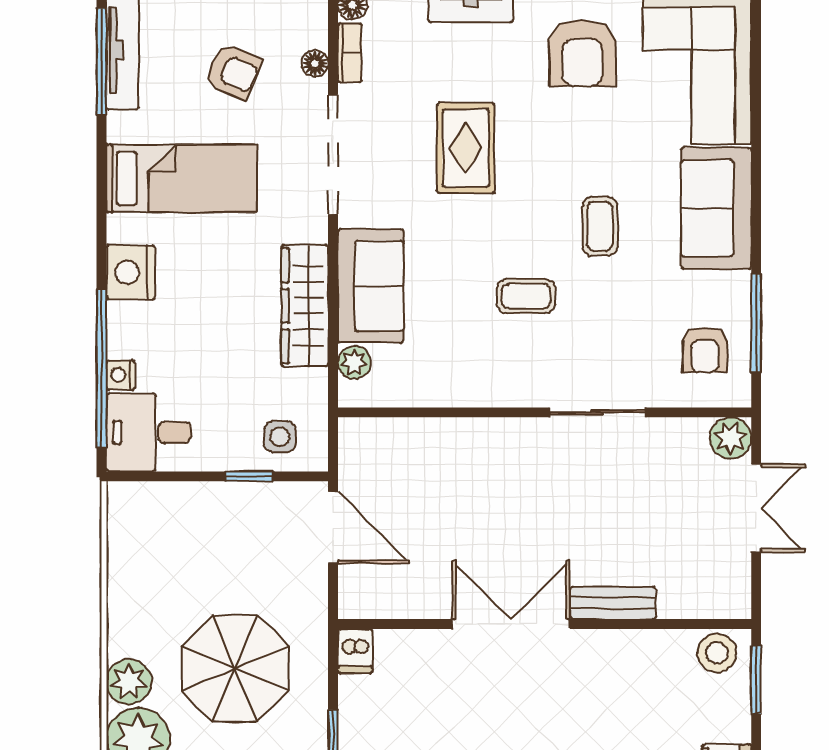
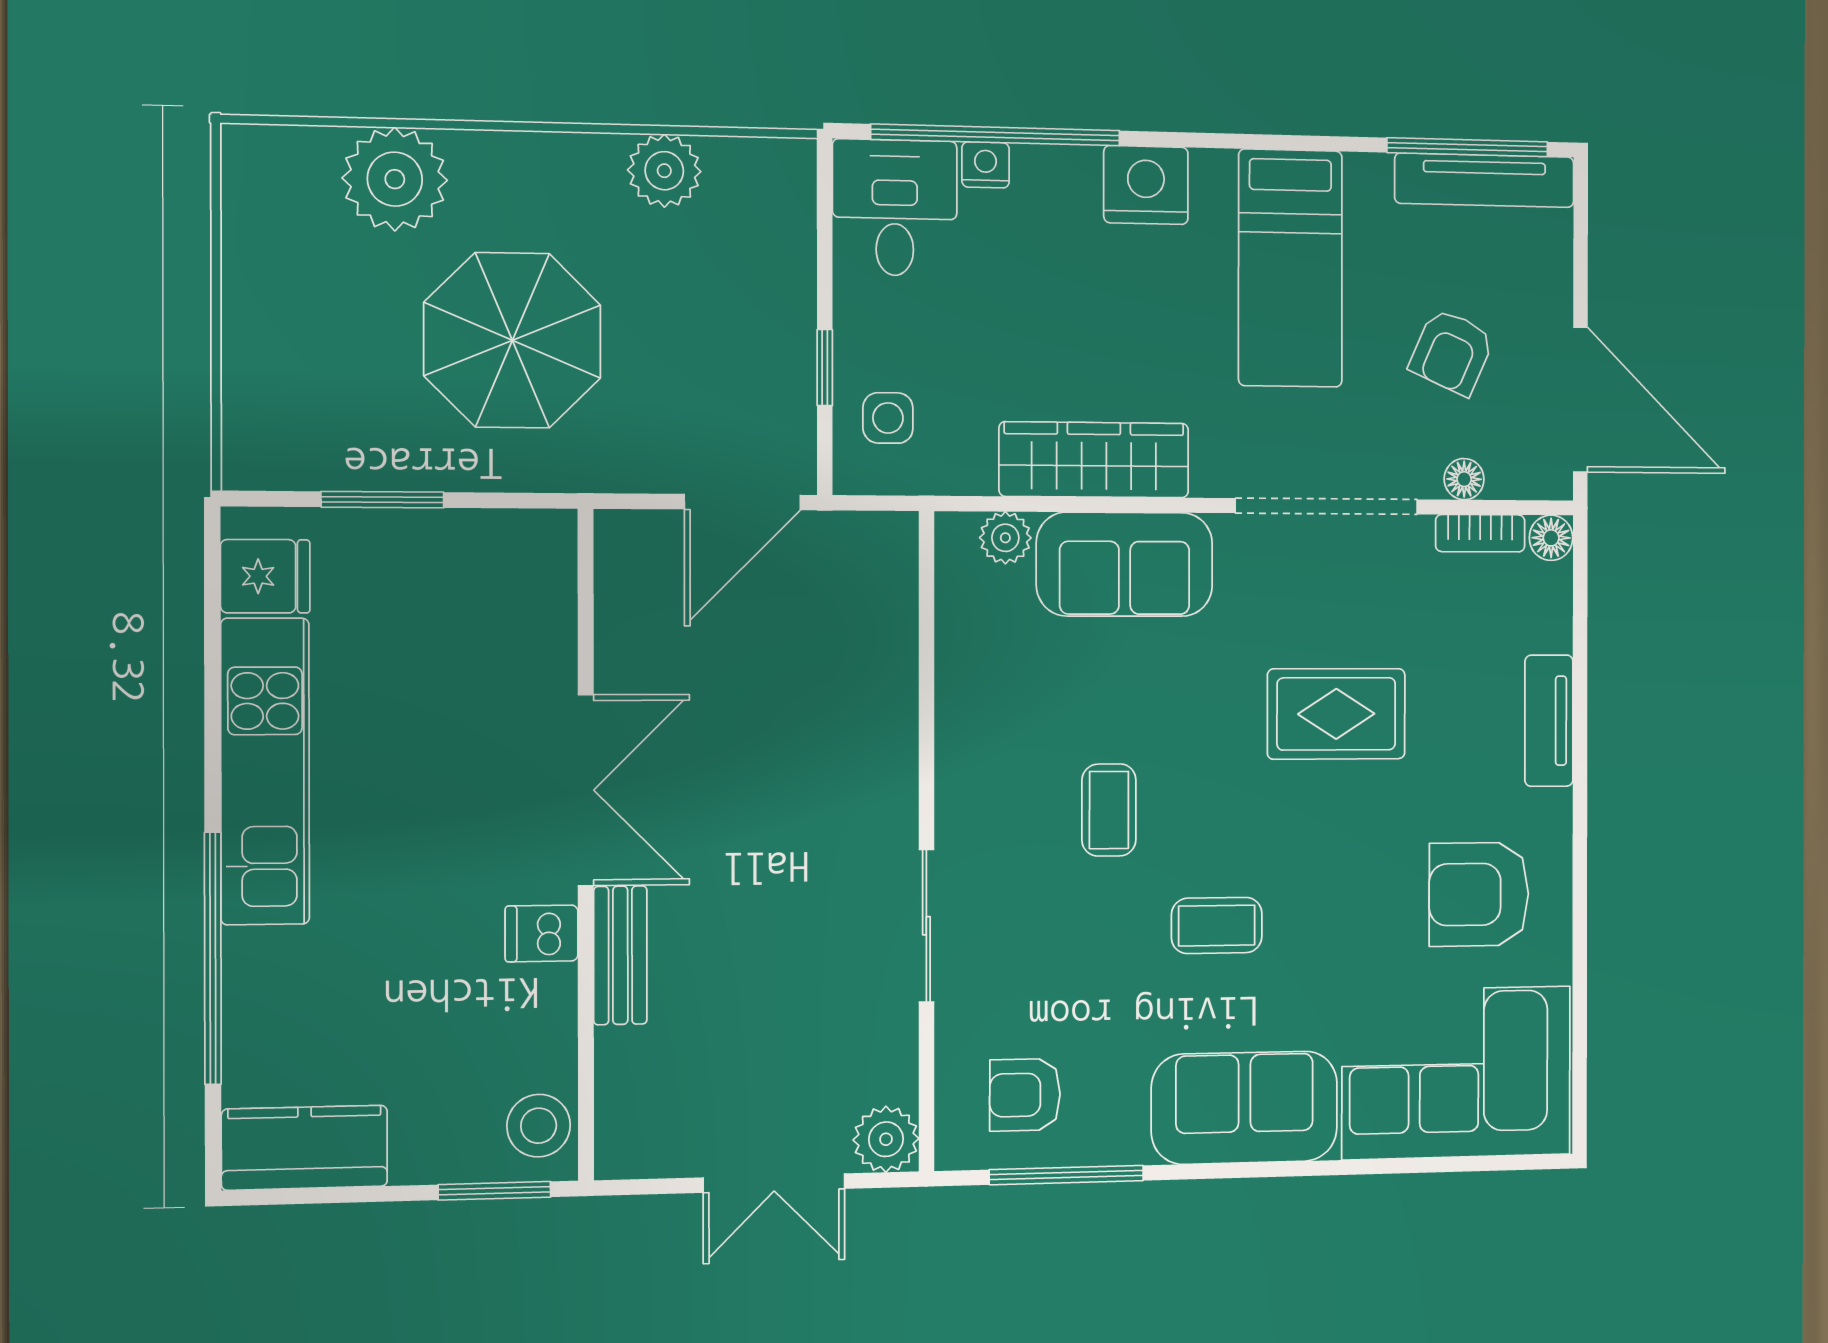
dishwasher: (355, 651) -> (542, 933), moved
plant: (129, 682) -> (664, 171), moved

